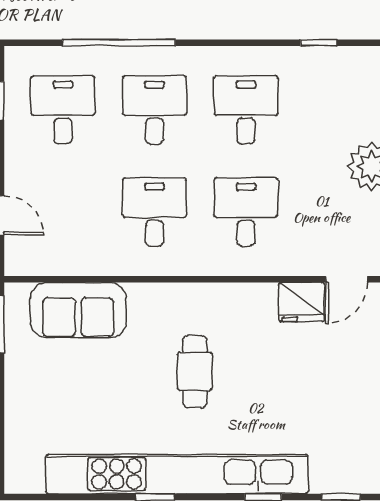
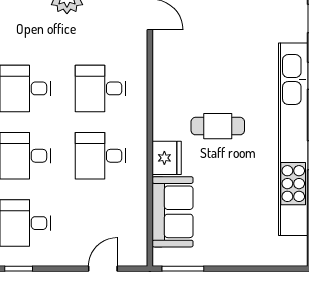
fridge: (302, 302) -> (167, 158), moved

